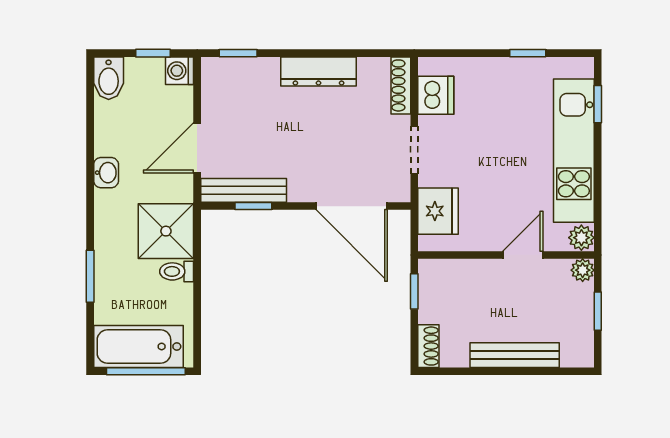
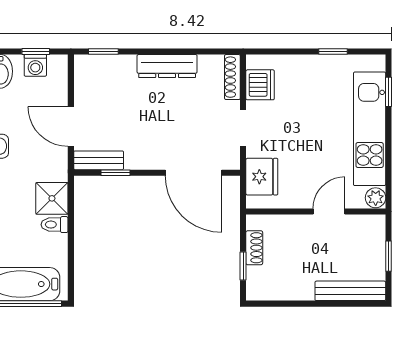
washing machine: (180, 71) -> (35, 65), moved, turned -90
door: (197, 148) -> (71, 127), hinge flipped
bench: (244, 190) -> (99, 160), width x0.73
shower: (166, 231) -> (52, 198), width x0.73, depth x0.73
plant: (583, 270) -> (377, 224), removed
window: (414, 291) -> (243, 266), moved
shoe rack: (428, 346) -> (254, 248), moved
bench: (515, 355) -> (350, 291), moved

